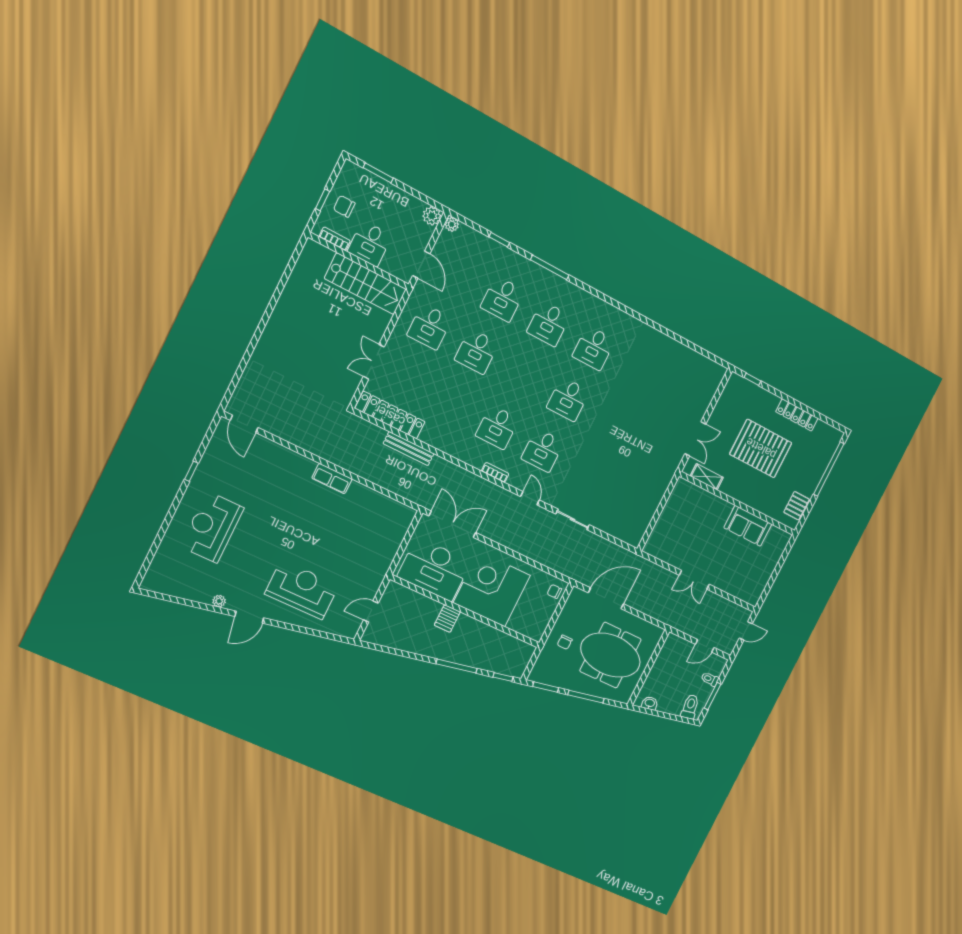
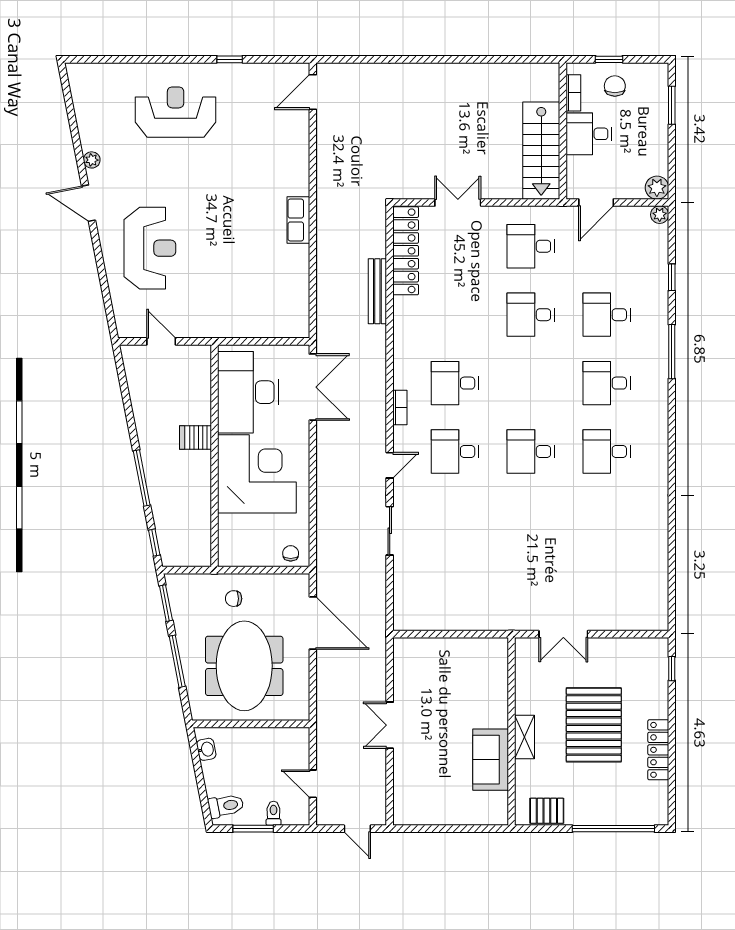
shelving: (707, 477) -> (525, 737), moved

